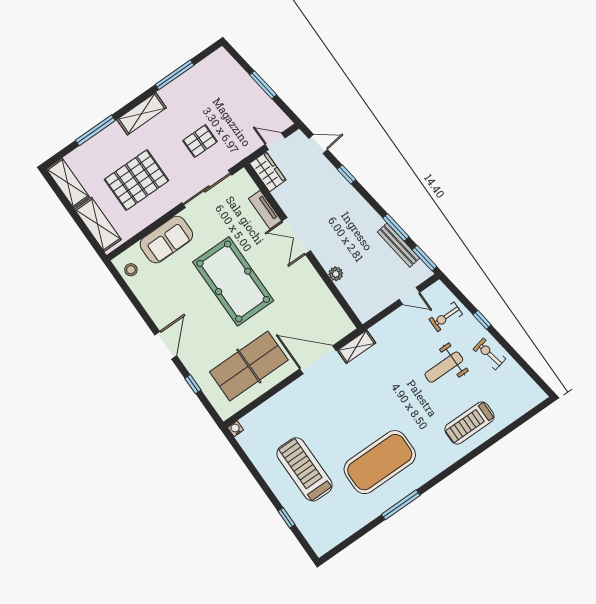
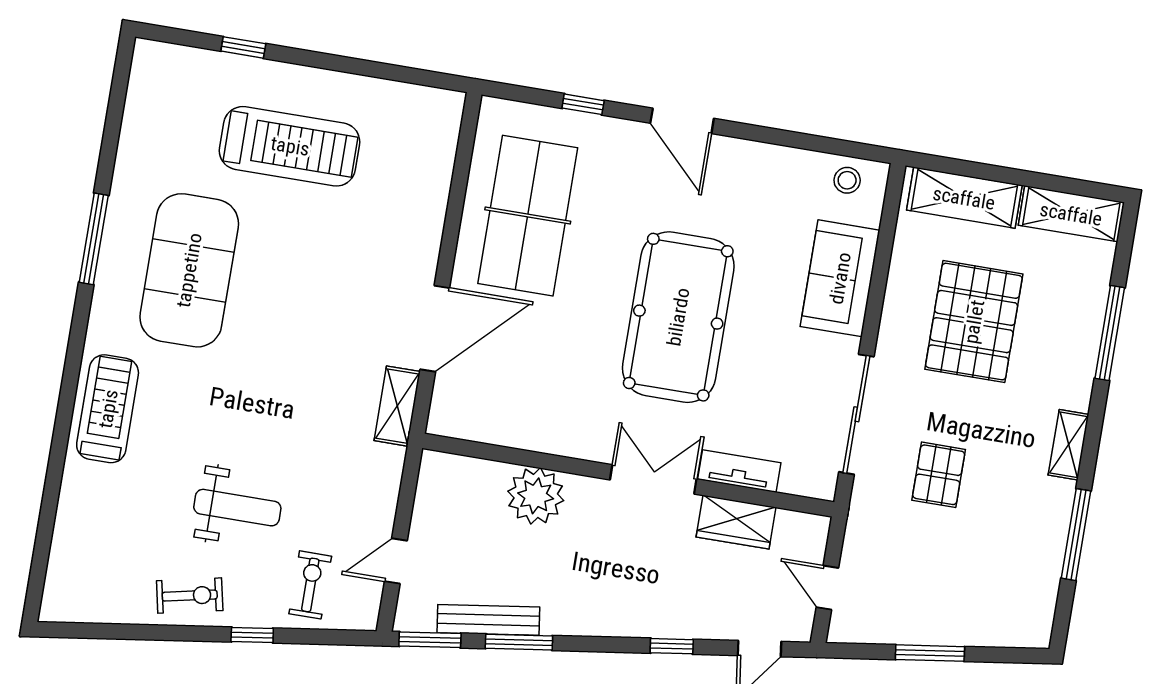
shelving: (142, 114) -> (1069, 445), width x0.67, depth x0.75
door: (275, 141) -> (827, 588), swing flipped
wardrobe: (268, 172) -> (736, 522), moved
plant: (336, 274) -> (536, 496), width x1.88, depth x1.88
pool table: (233, 281) -> (678, 317), turned 90
weight bench: (444, 367) -> (237, 508), turned 90
treadmill: (469, 423) -> (108, 409), moved
water cooler: (236, 429) -> (453, 103), removed

